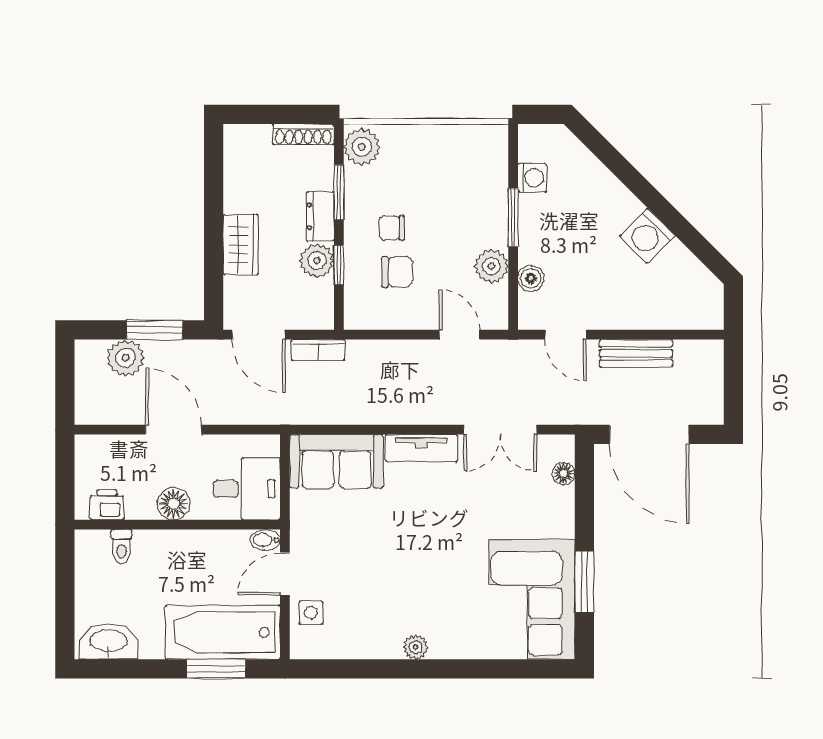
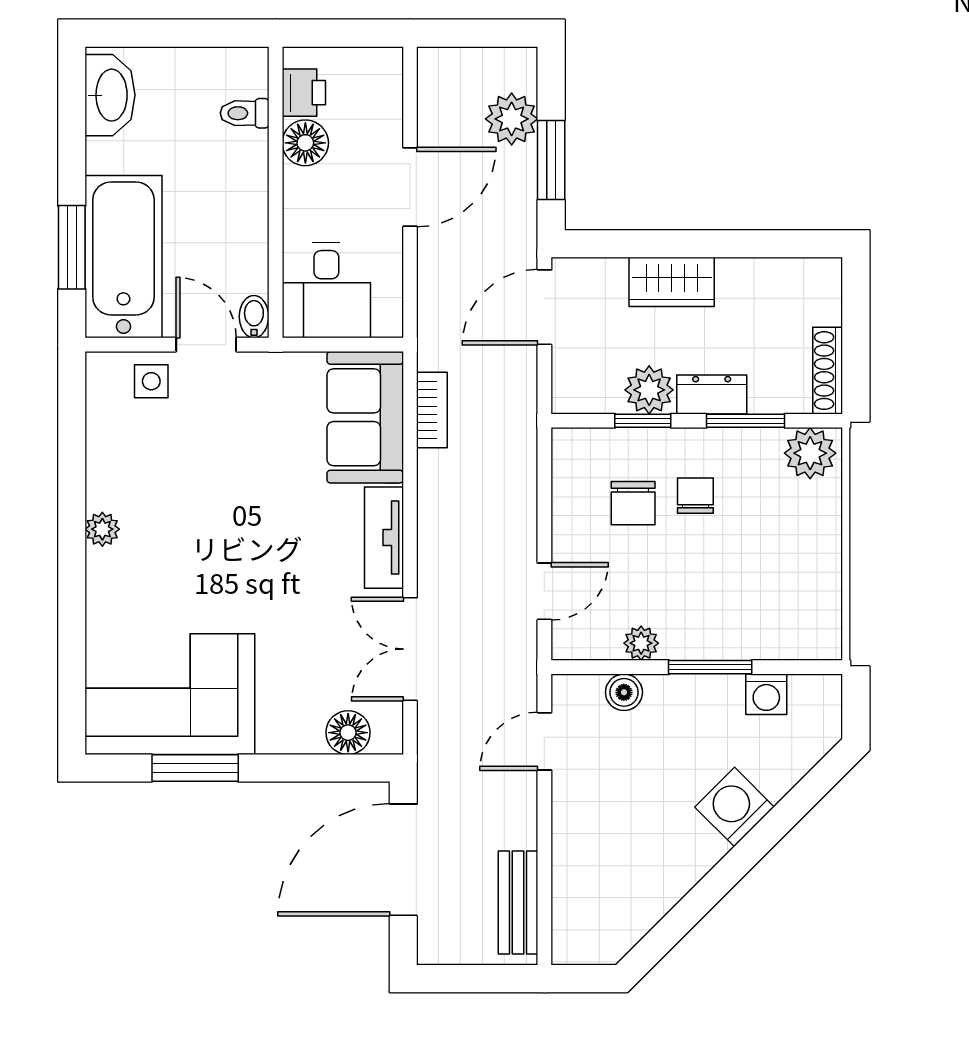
washing machine: (647, 236) -> (735, 807), moved
plant: (491, 266) -> (641, 643), width x0.73, depth x0.73
bookcase: (318, 350) -> (432, 410), moved, turned 180
bench: (636, 353) -> (518, 902), moved
floor lamp: (564, 473) -> (348, 733), width x1.37, depth x1.37
floor lamp: (174, 504) -> (305, 143), moved

